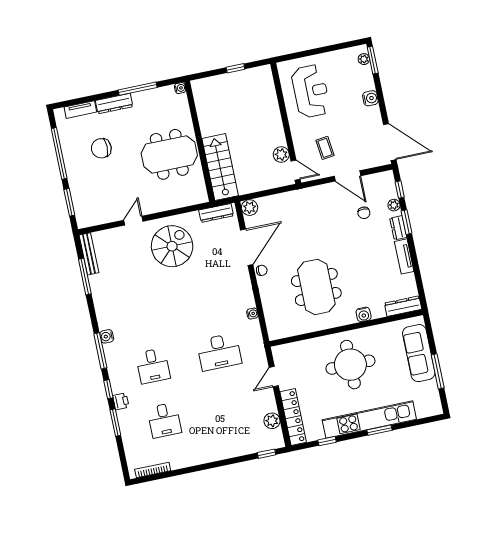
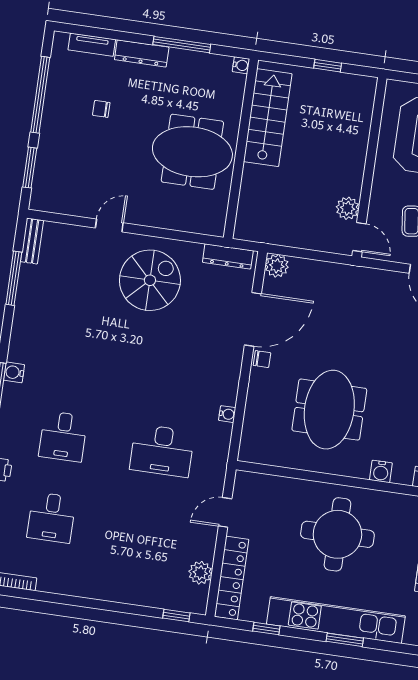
chair: (101, 148) -> (101, 109), width x0.54, depth x0.54
stairs: (220, 167) -> (268, 118), moved
bench: (89, 254) -> (32, 241), width x0.73

